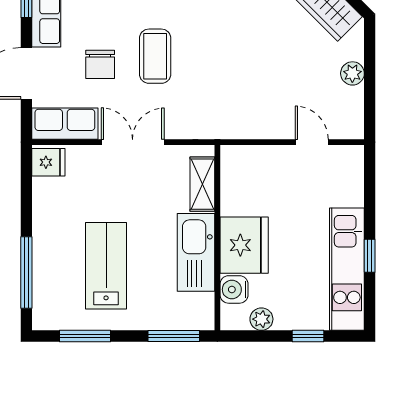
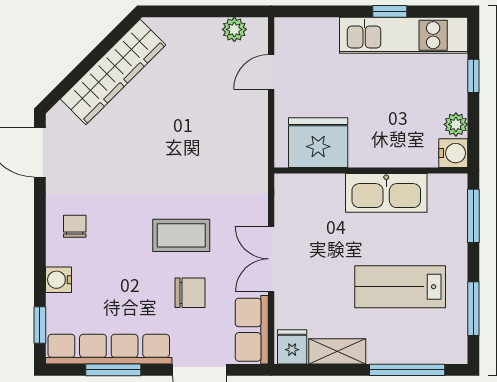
plant: (352, 73) -> (234, 29), moved
shelving: (202, 184) -> (337, 351), moved
fridge: (244, 245) -> (318, 143), moved
water cooler: (234, 289) -> (453, 153), moved, turned -90

